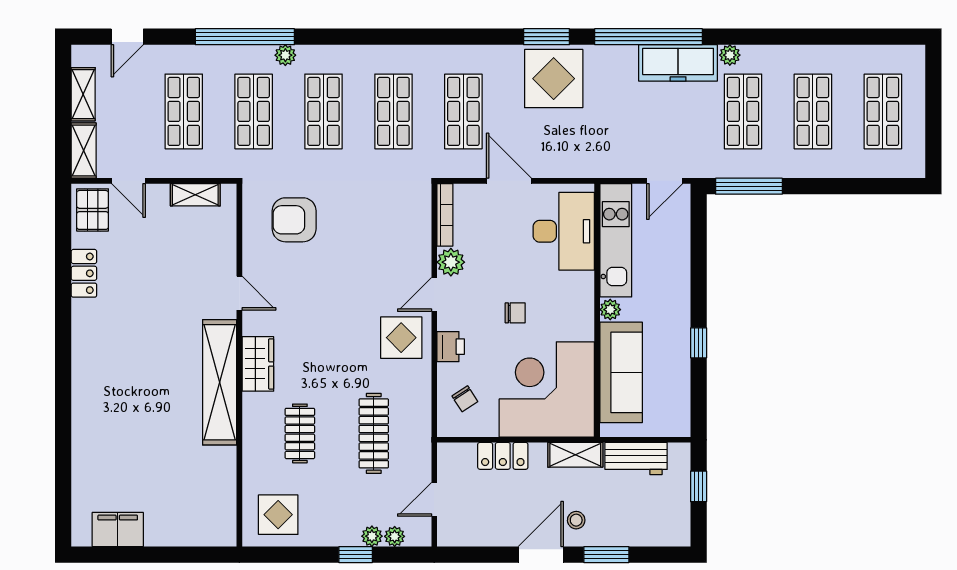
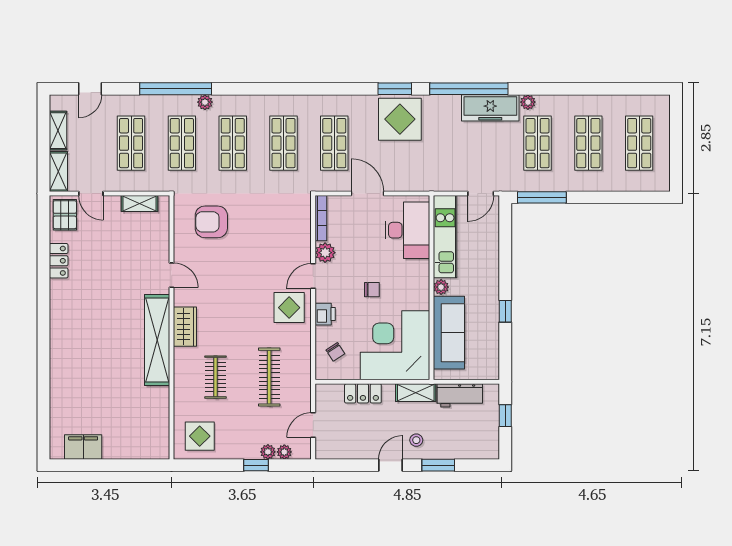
door: (541, 555) -> (391, 465), width x0.73

